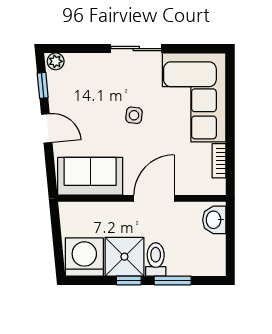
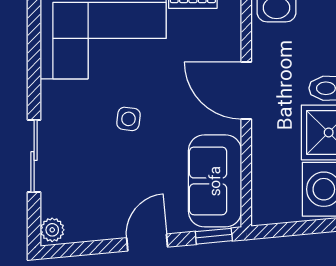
sliding door: (136, 49) -> (34, 156), moved
window: (43, 85) -> (214, 236), moved

